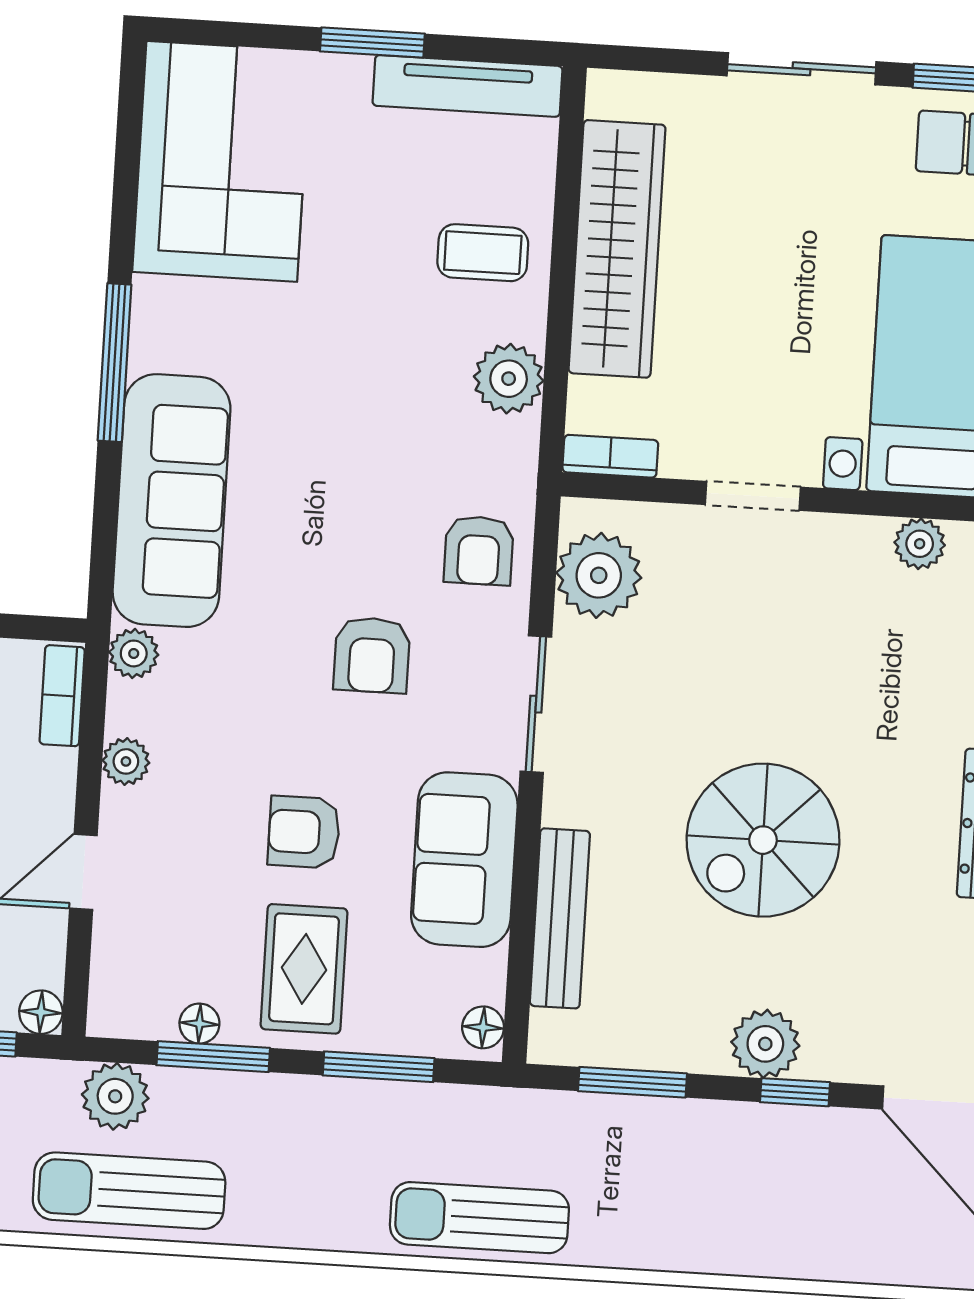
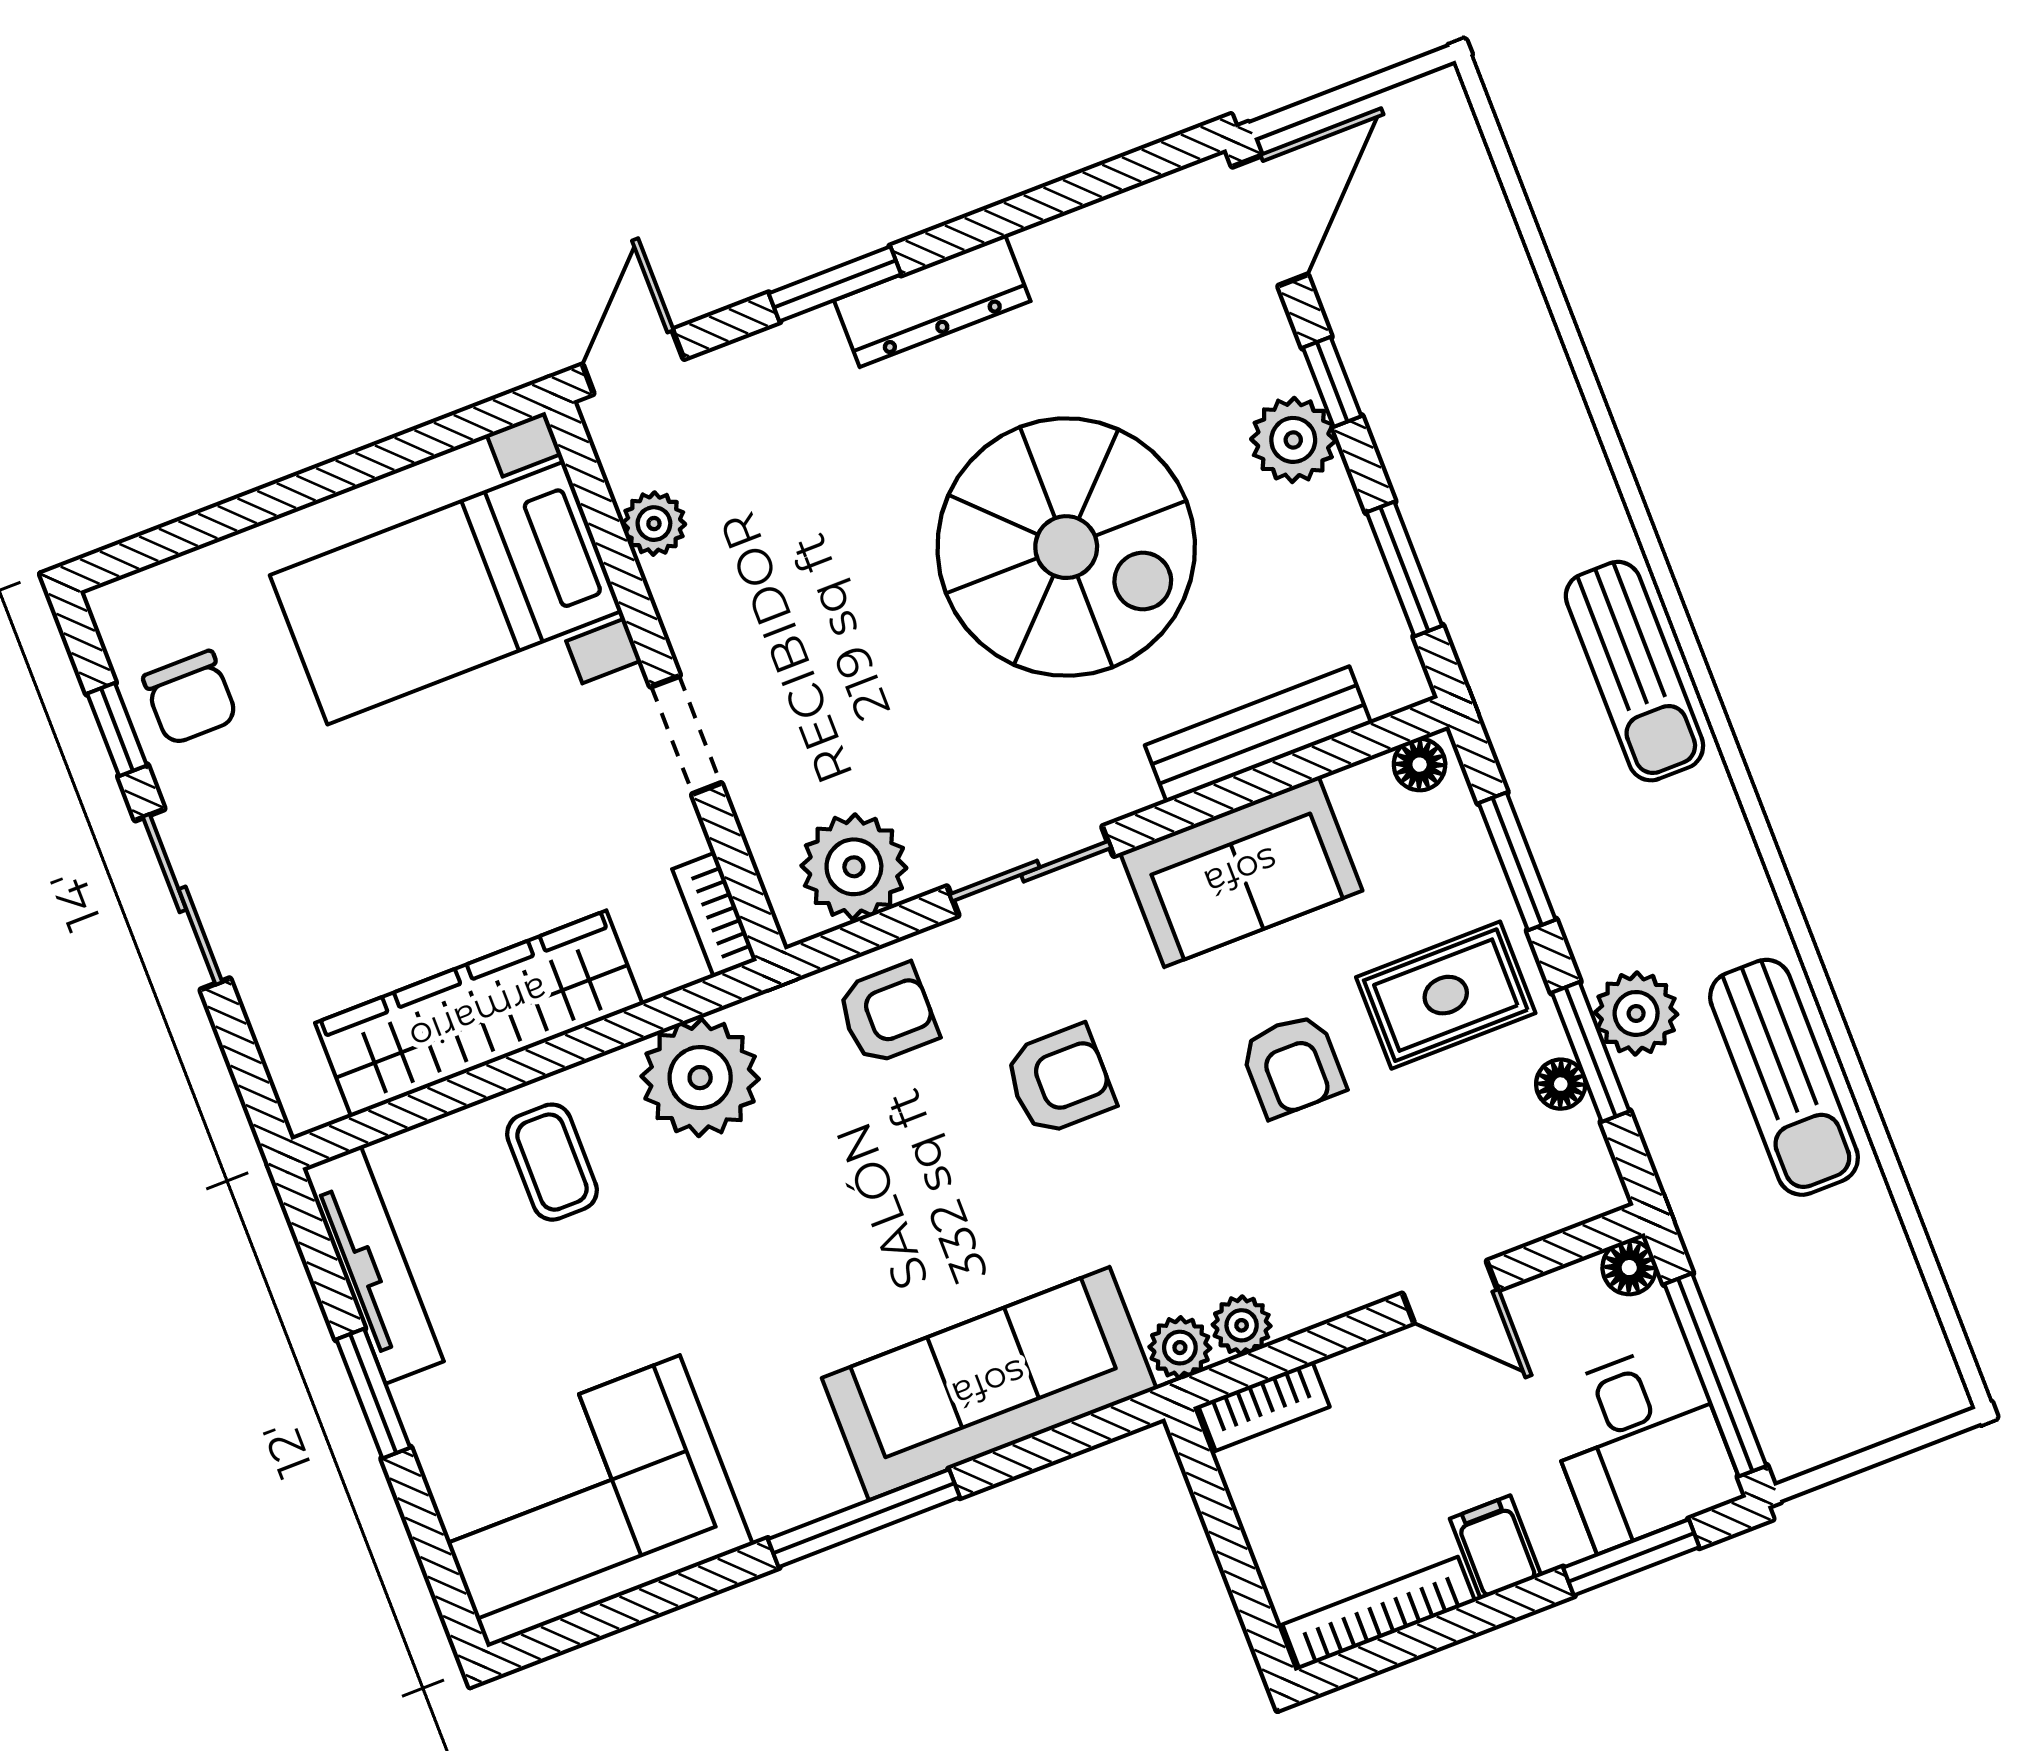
plant: (509, 379) -> (700, 1078), width x1.36, depth x1.36
plant: (126, 761) -> (1242, 1325), moved
spiral stairs: (763, 840) -> (1066, 547), width x1.37, depth x1.37
plant: (115, 1096) -> (1636, 1013), moved

